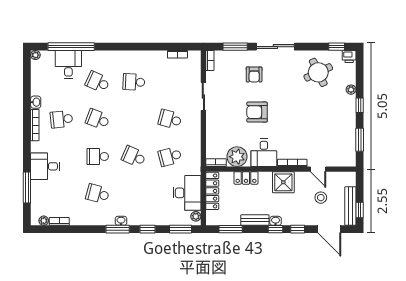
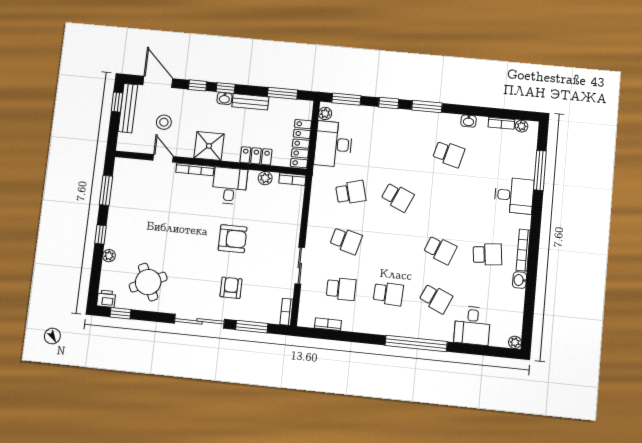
window: (71, 47) -> (416, 343), moved
school desk: (98, 157) -> (341, 289), moved
plant: (237, 157) -> (265, 178), width x0.53, depth x0.53
washbasin: (121, 221) -> (469, 121), moved

